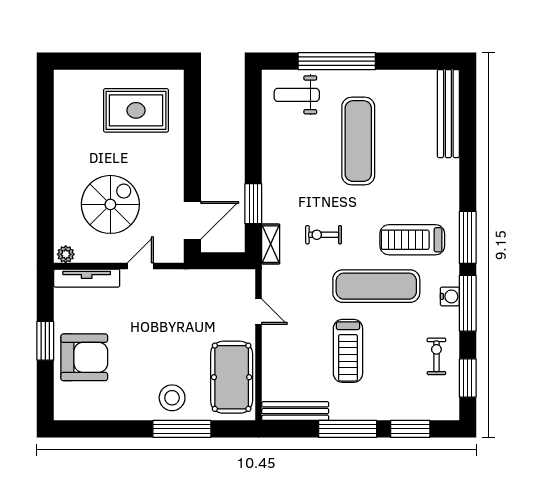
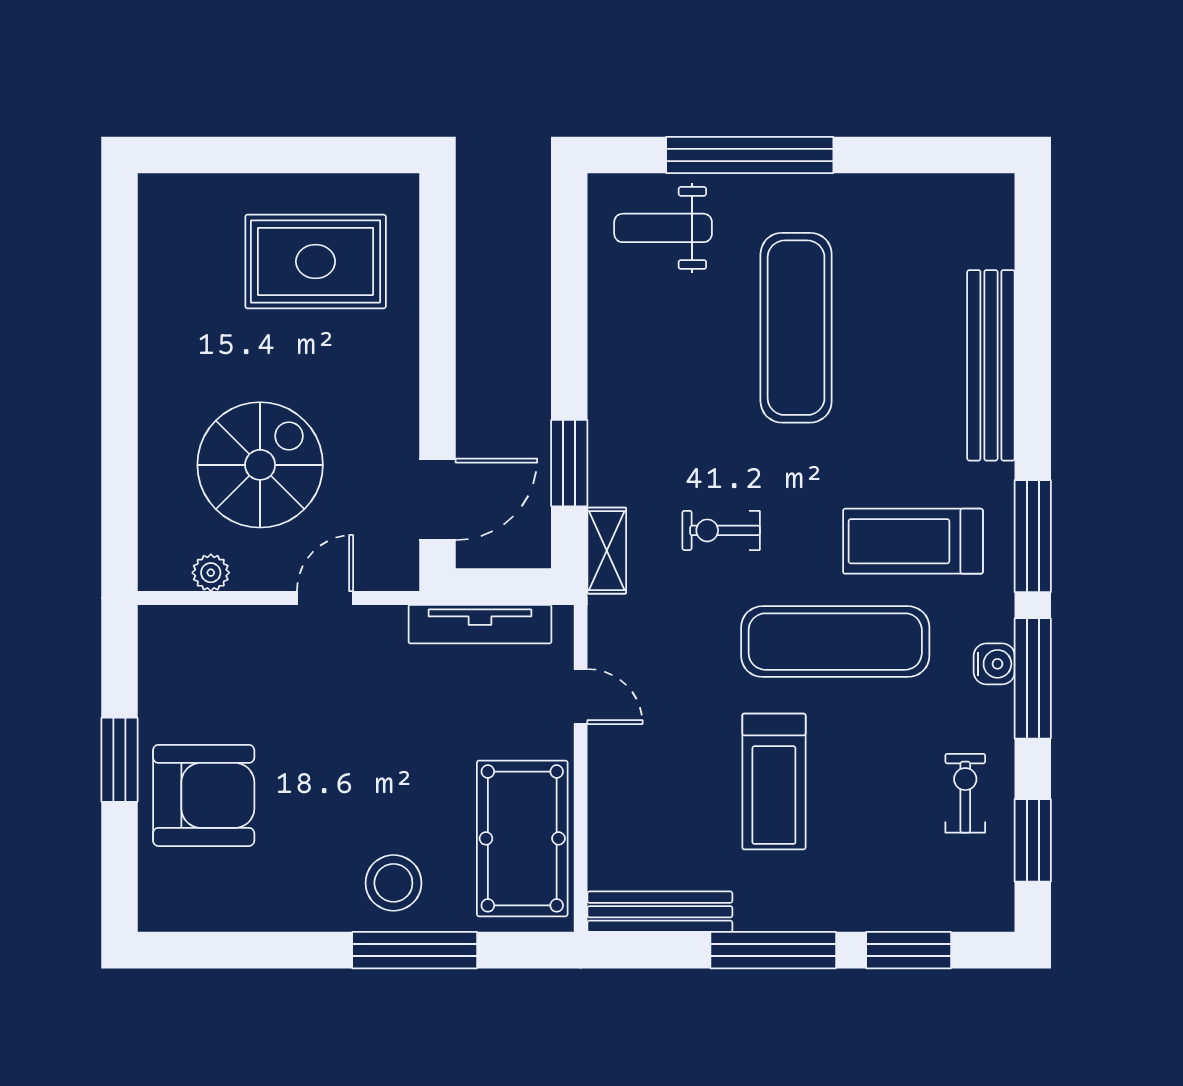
bench: (448, 114) -> (991, 365), moved
plant: (66, 254) -> (211, 573), moved
tv unit: (87, 278) -> (480, 624), moved

